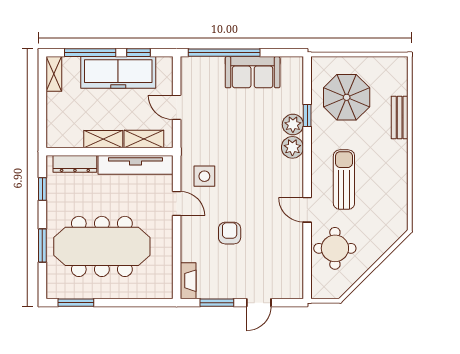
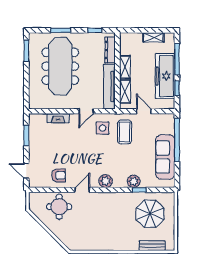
sofa: (253, 72) -> (165, 157), width x1.36
shelving: (54, 74) -> (154, 37), moved
door: (177, 107) -> (144, 111), hinge flipped
bench: (400, 118) -> (152, 246), moved
coffee table: (211, 140) -> (124, 132), added
plant: (292, 147) -> (106, 181), moved
sun lounger: (344, 180) -> (101, 212), removed
armchair: (230, 233) -> (59, 175), moved
fireplace: (188, 281) -> (58, 118), moved
door: (259, 303) -> (26, 171), moved

